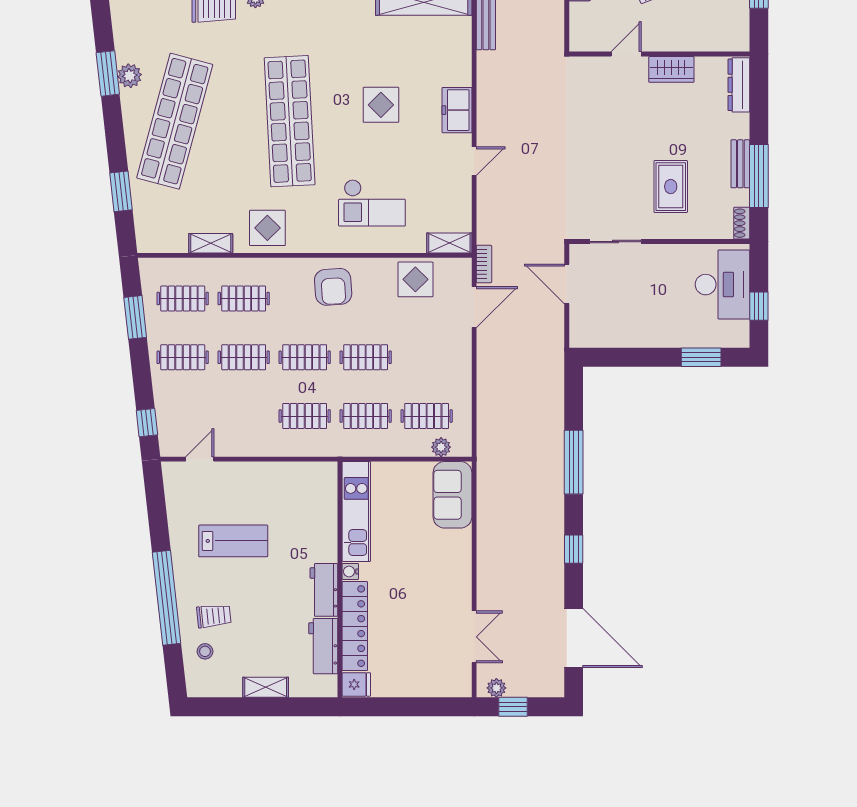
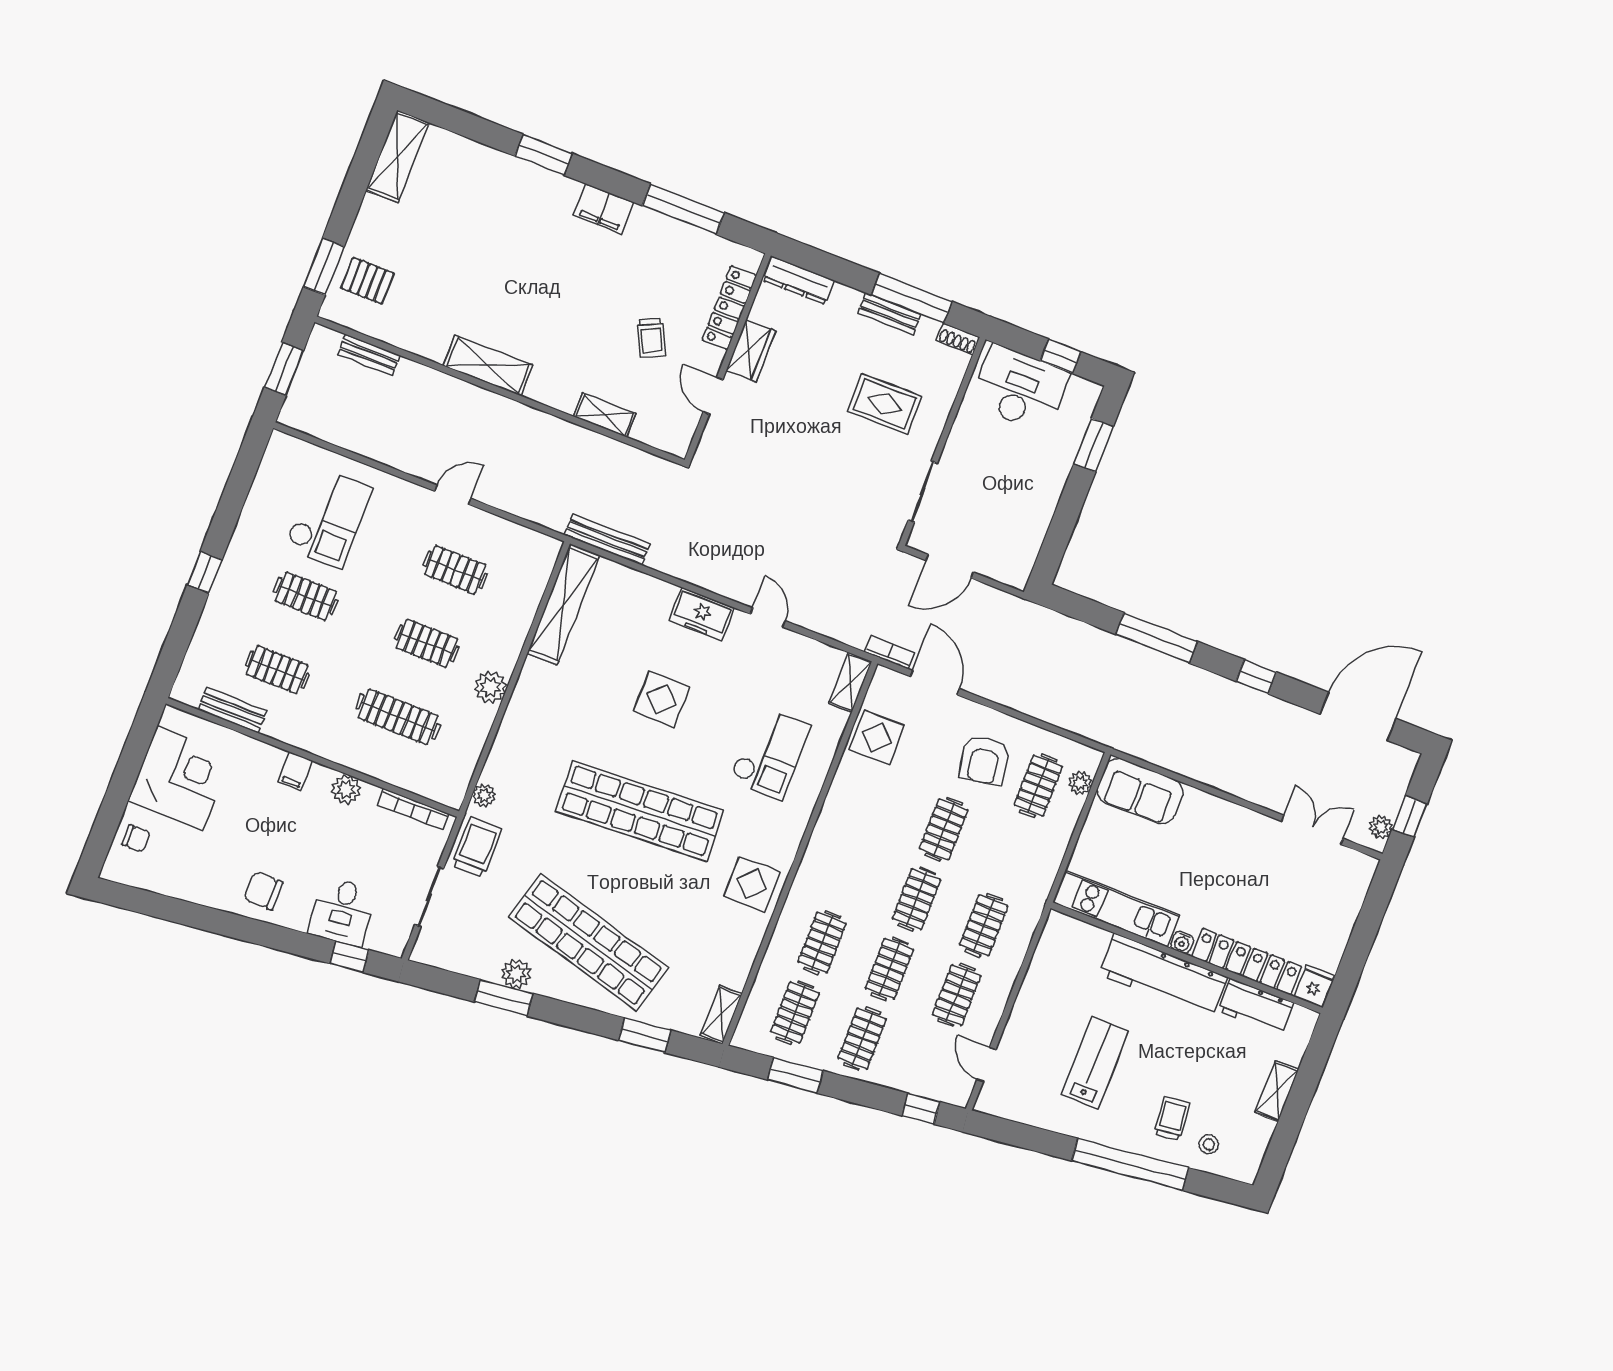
locker: (698, 41) -> (729, 308), added
shelving: (211, 243) -> (721, 1015), moved
armchair: (333, 287) -> (984, 760), moved, turned 84
clothes rail: (366, 416) -> (957, 995), moved
workbench: (324, 590) -> (1163, 976), width x1.88, depth x1.32

